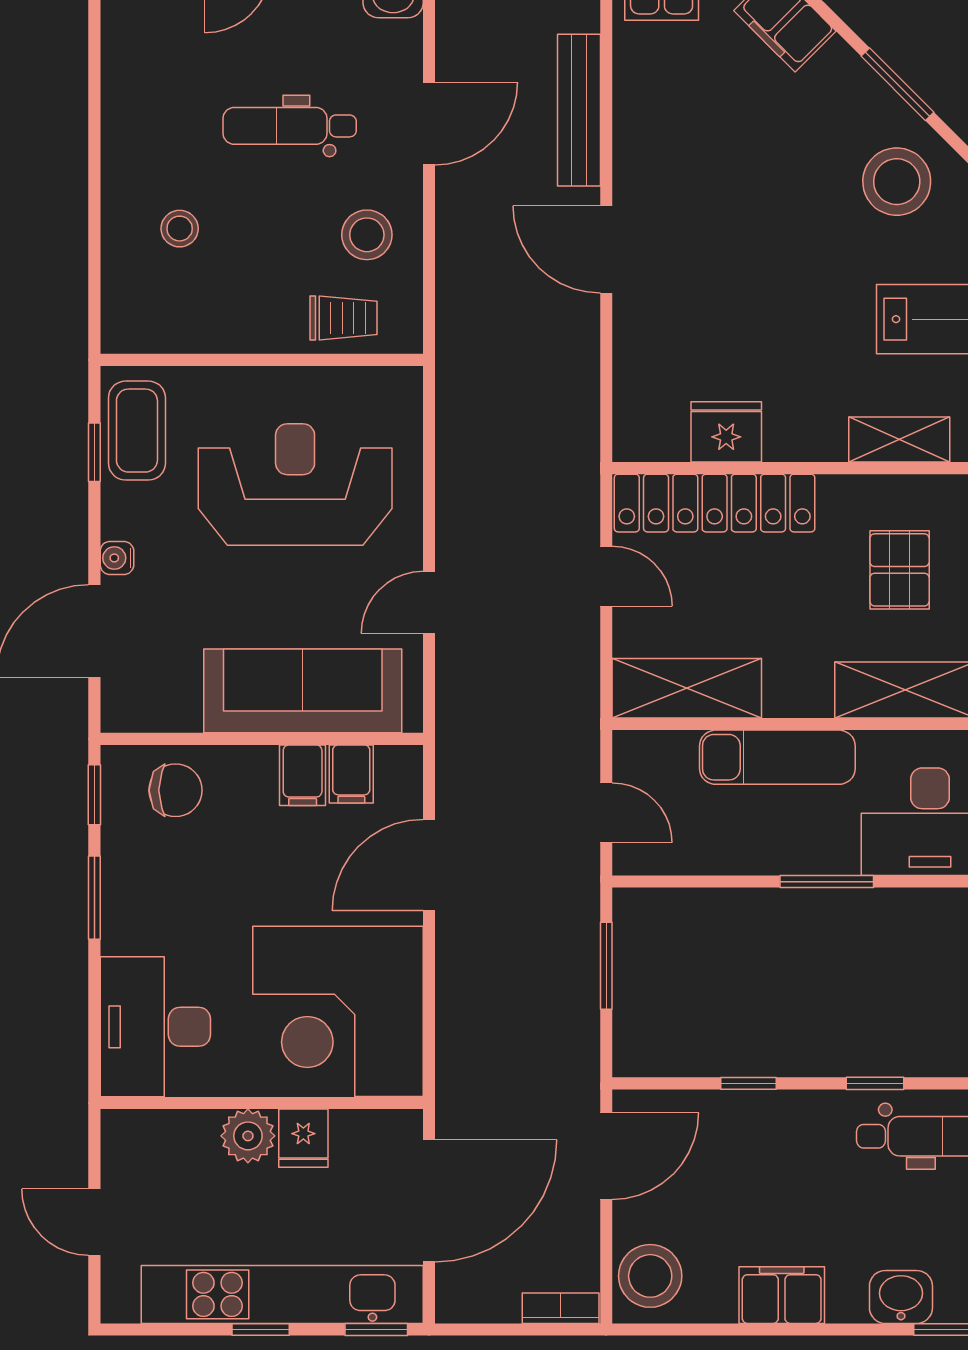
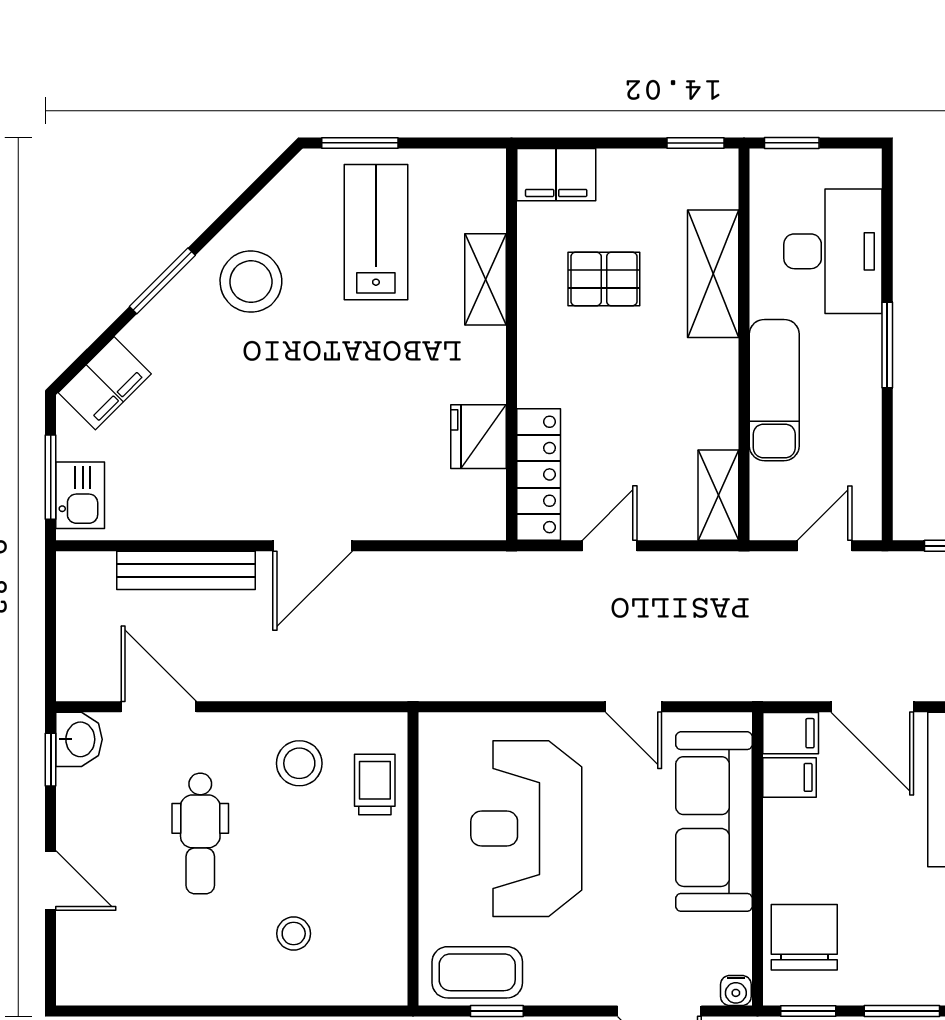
door: (429, 123) -> (159, 707), moved
locker: (715, 503) -> (539, 474), width x0.71, depth x0.83
water cooler: (117, 558) -> (736, 990), moved
shelving: (687, 688) -> (718, 495), width x0.67, depth x0.75
filing cabinet: (303, 775) -> (791, 733), moved
chair: (176, 790) -> (804, 937), width x1.37, depth x1.37

